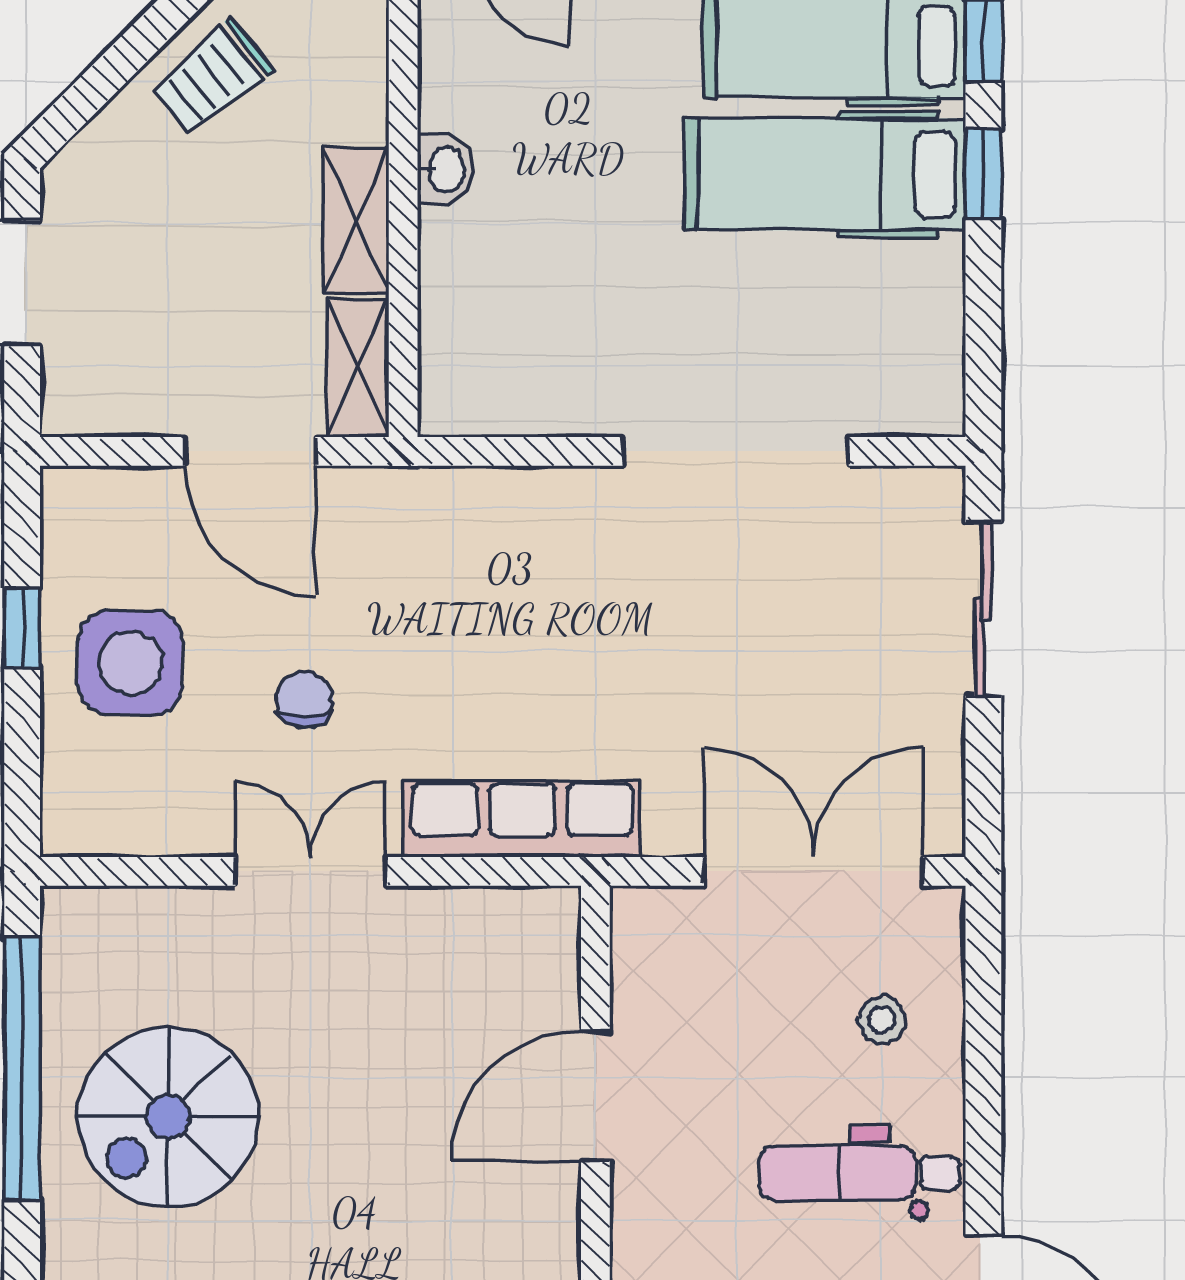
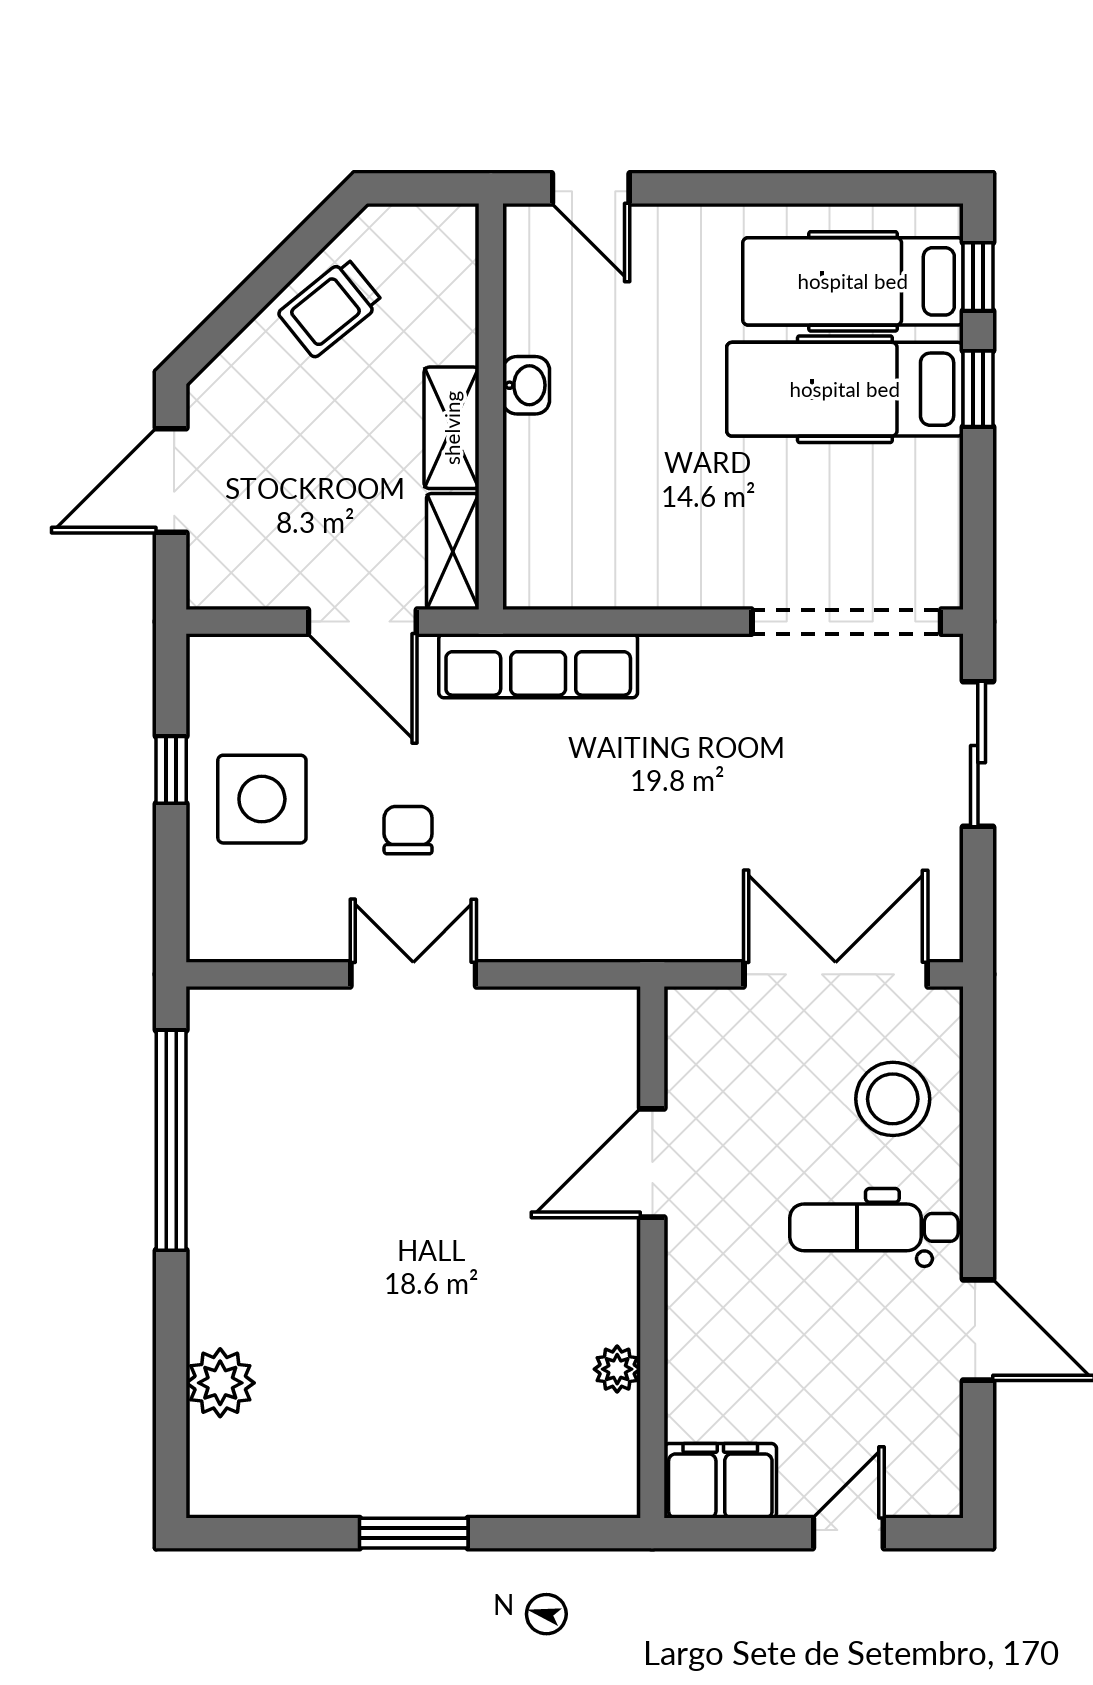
doorway: (736, 451) -> (846, 622), moved
row of seats: (522, 819) -> (538, 666), moved, turned 180
stool: (882, 1020) -> (893, 1099), width x1.89, depth x1.89
spiral stairs: (168, 1117) -> (294, 1180), removed

